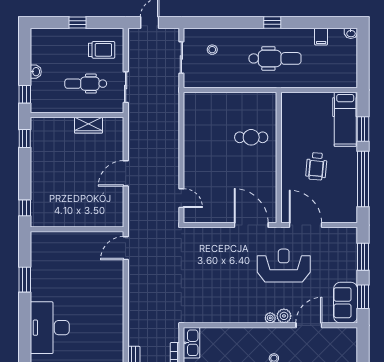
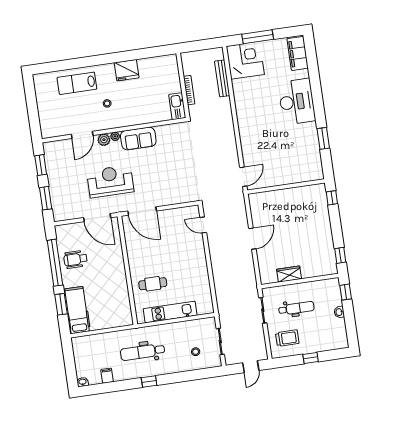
trolley: (102, 50) -> (287, 338), turned 180
kitchen unit: (235, 101) -> (170, 312), added
wheelchair: (316, 166) -> (76, 259), moved, turned -95
reception desk: (284, 266) -> (110, 181), turned 180
sofa: (346, 303) -> (138, 139), moved, turned 90

